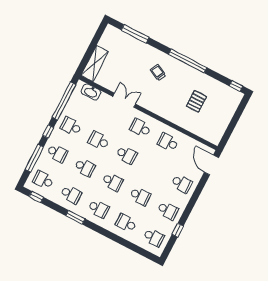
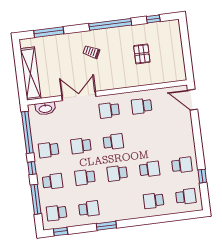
shelving: (95, 63) -> (31, 74), width x1.47
window: (236, 86) -> (153, 19), moved
double door: (124, 100) -> (79, 96), width x1.37
school desk: (85, 167) -> (85, 177), turned 180
school desk: (112, 182) -> (117, 173), turned 180
school desk: (182, 184) -> (178, 134), removed
school desk: (98, 209) -> (121, 205), removed

